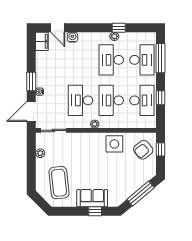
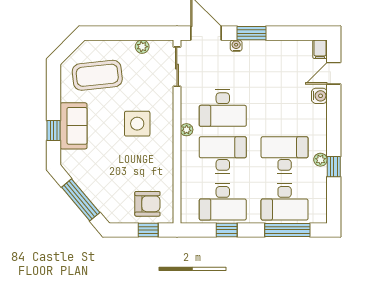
filing cabinet: (42, 41) -> (320, 49), width x0.50
desk: (81, 100) -> (223, 108), turned 180
side table: (114, 144) -> (137, 124), moved
armchair: (143, 150) -> (147, 204), turned 129

